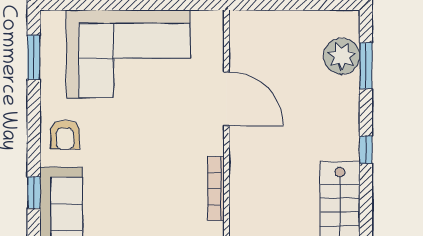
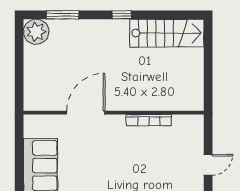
plant: (342, 56) -> (36, 32), moved

